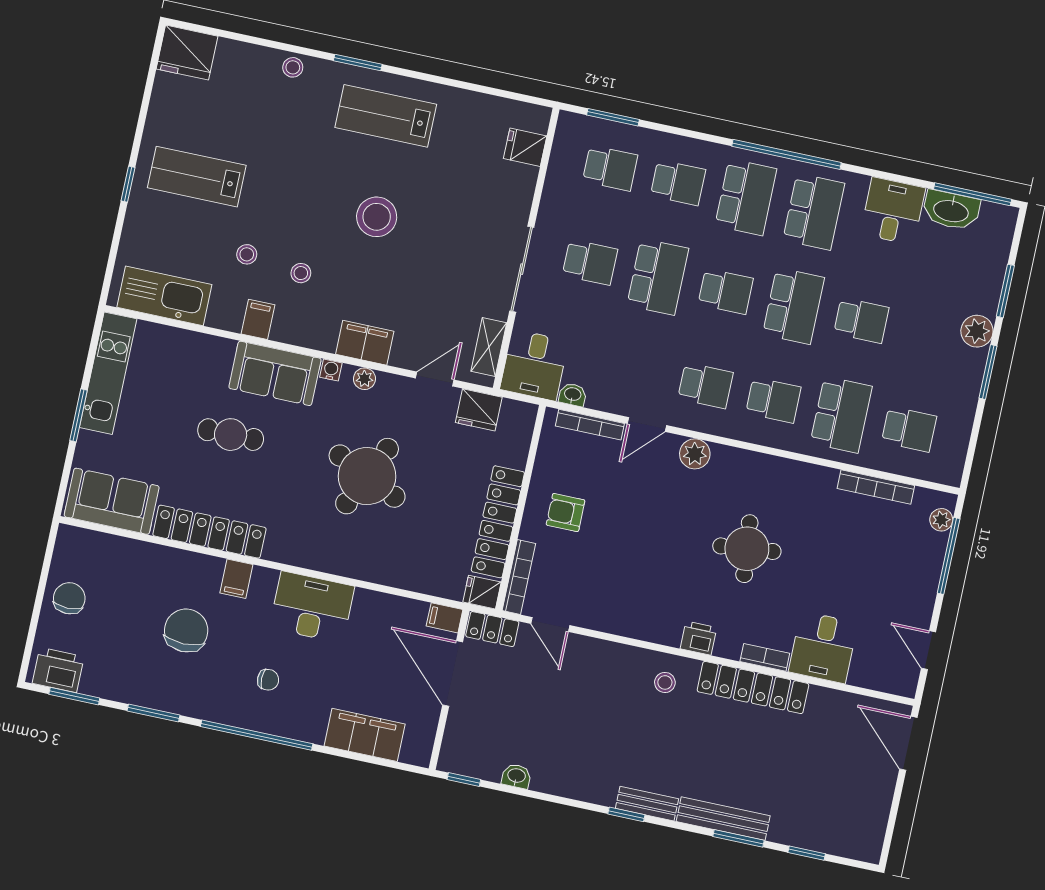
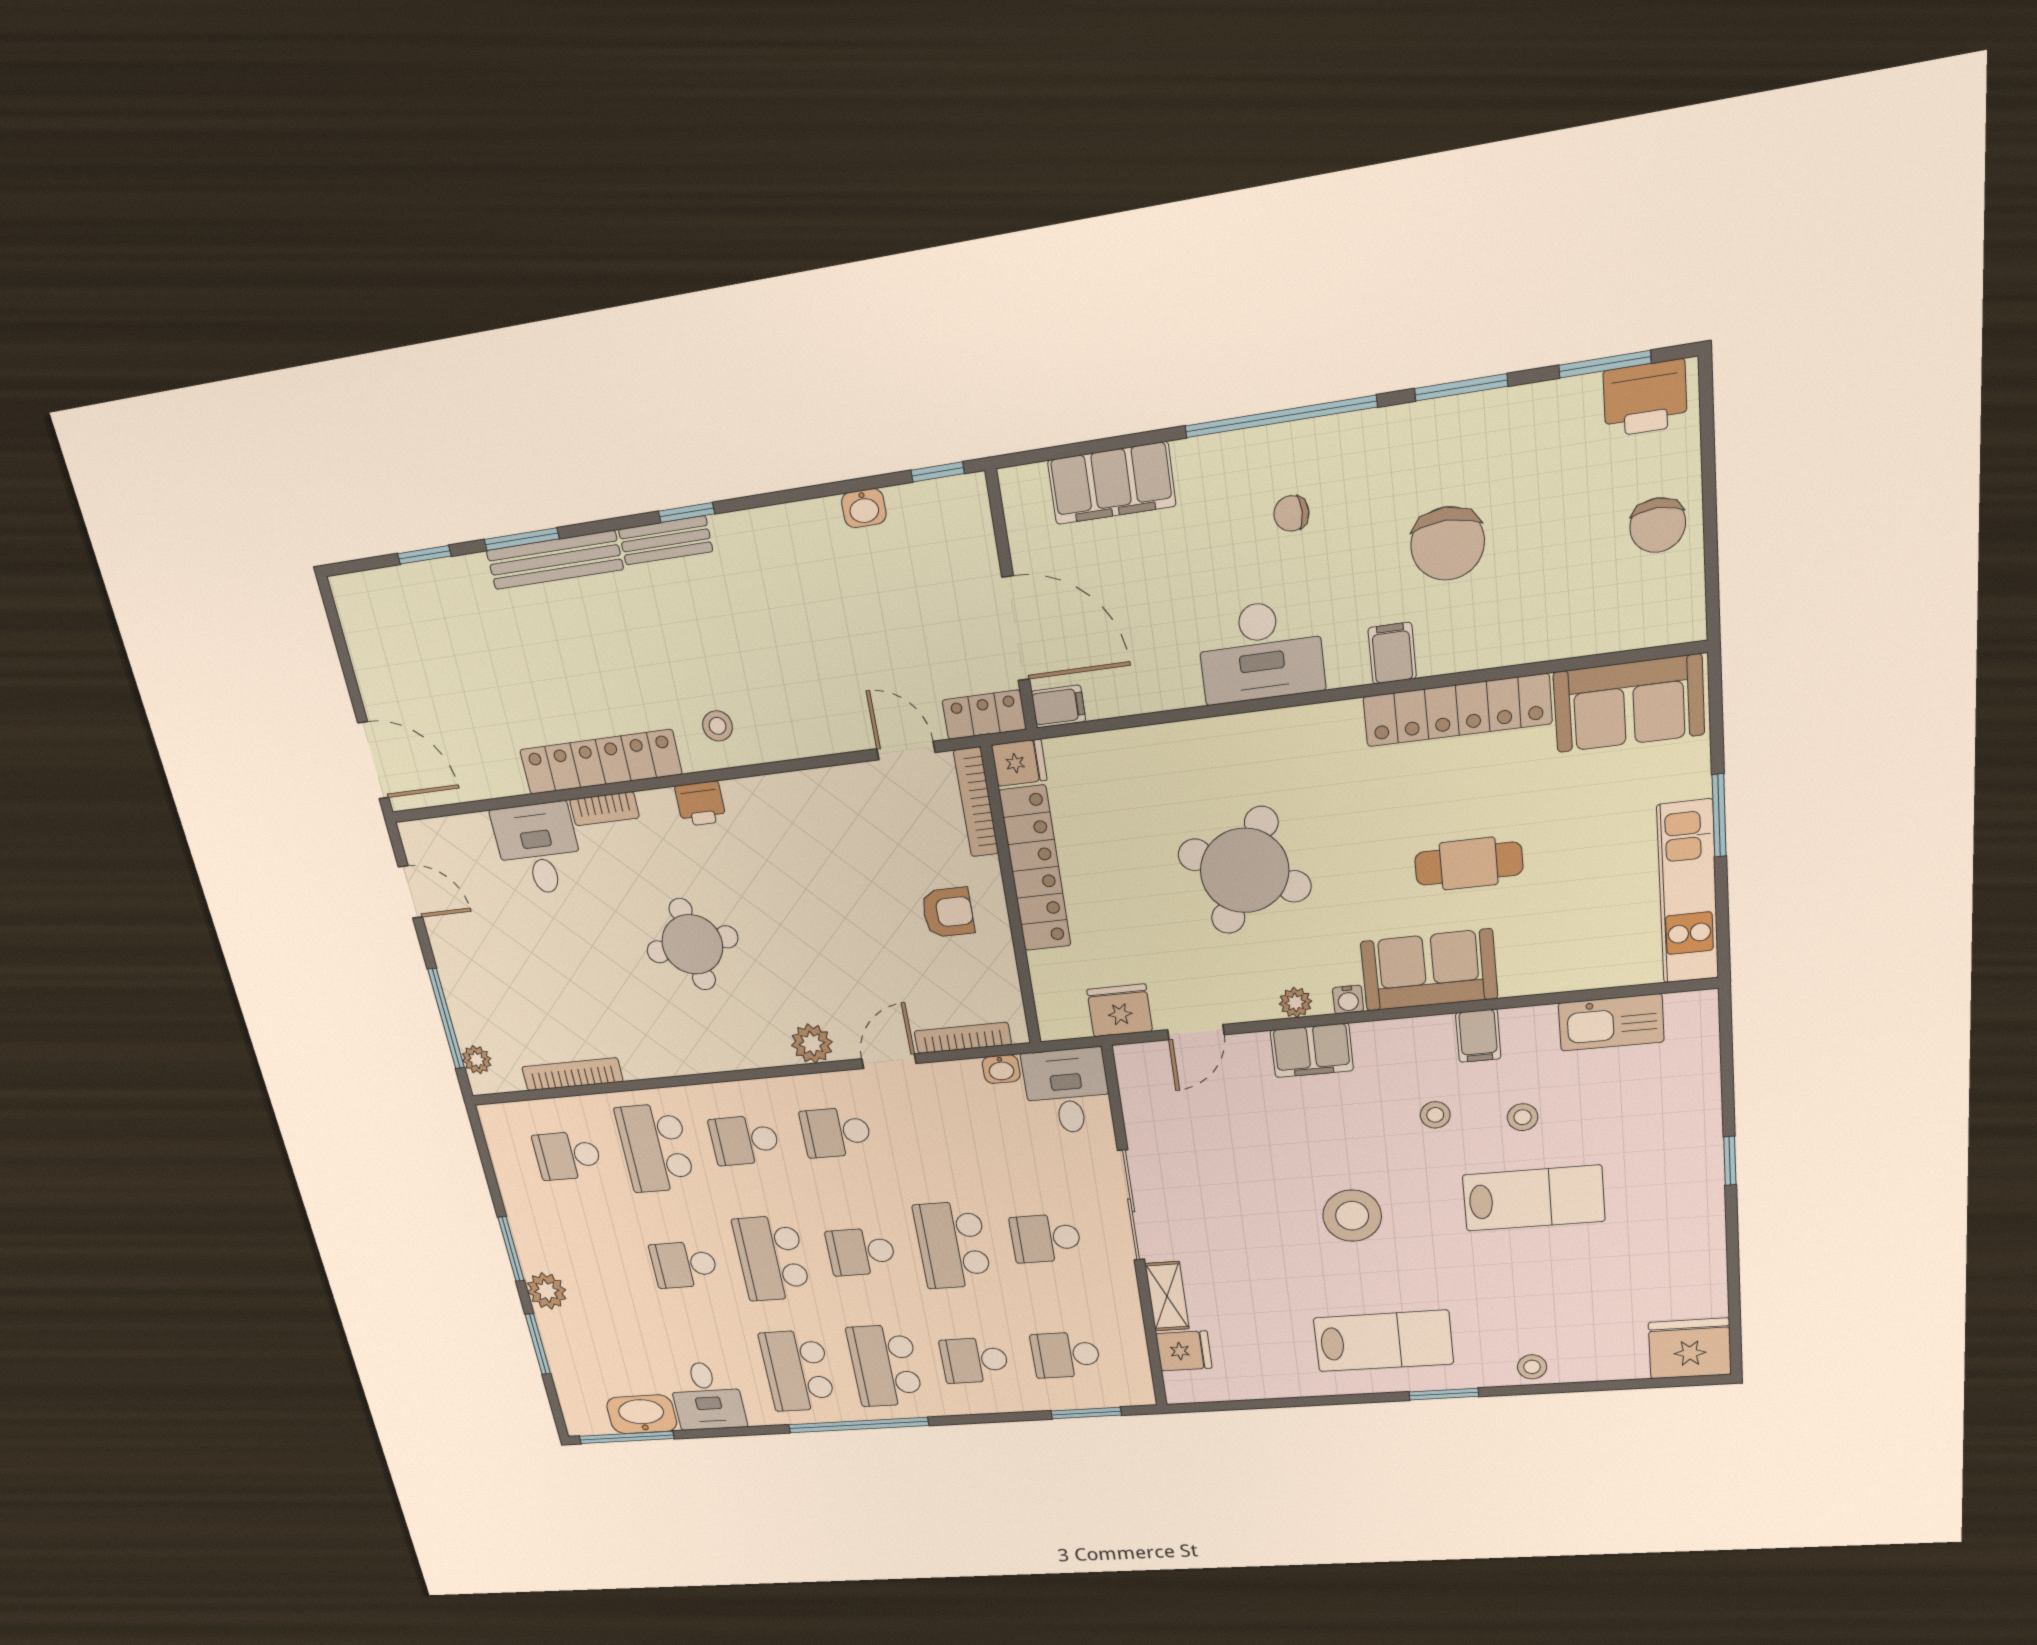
lab bench: (197, 177) -> (1534, 1198), moved
kitchen sink: (164, 296) -> (1611, 1022), width x0.73, depth x0.81
shelving: (489, 347) -> (1167, 1296), moved

